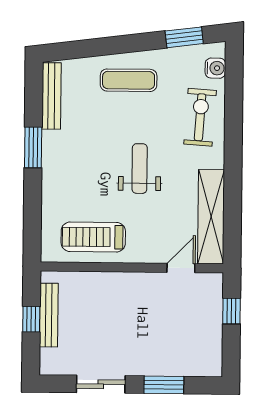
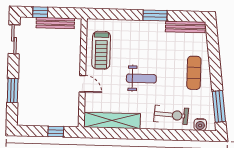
window: (184, 37) -> (219, 106), width x1.44
treadmill: (93, 237) -> (101, 50), turned 180
door: (181, 268) -> (82, 84), moved
window: (31, 319) -> (40, 12), moved
sliding door: (101, 384) -> (14, 39), moved

